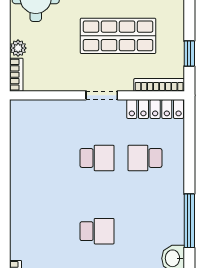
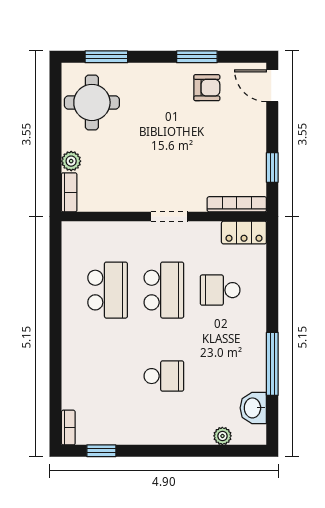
shop shelf: (118, 36) -> (189, 147), removed
locker: (155, 109) -> (244, 233), width x0.66
school desk: (49, 158) -> (108, 290), added
school desk: (97, 158) -> (164, 290), width x1.85

